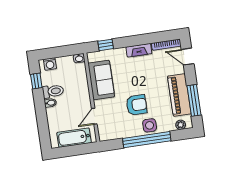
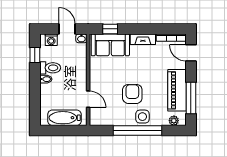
door: (64, 51) -> (67, 29), added
sofa: (101, 80) -> (110, 45), moved, turned 90
armchair: (136, 105) -> (132, 94), turned -90
door: (94, 116) -> (88, 99), swing flipped

